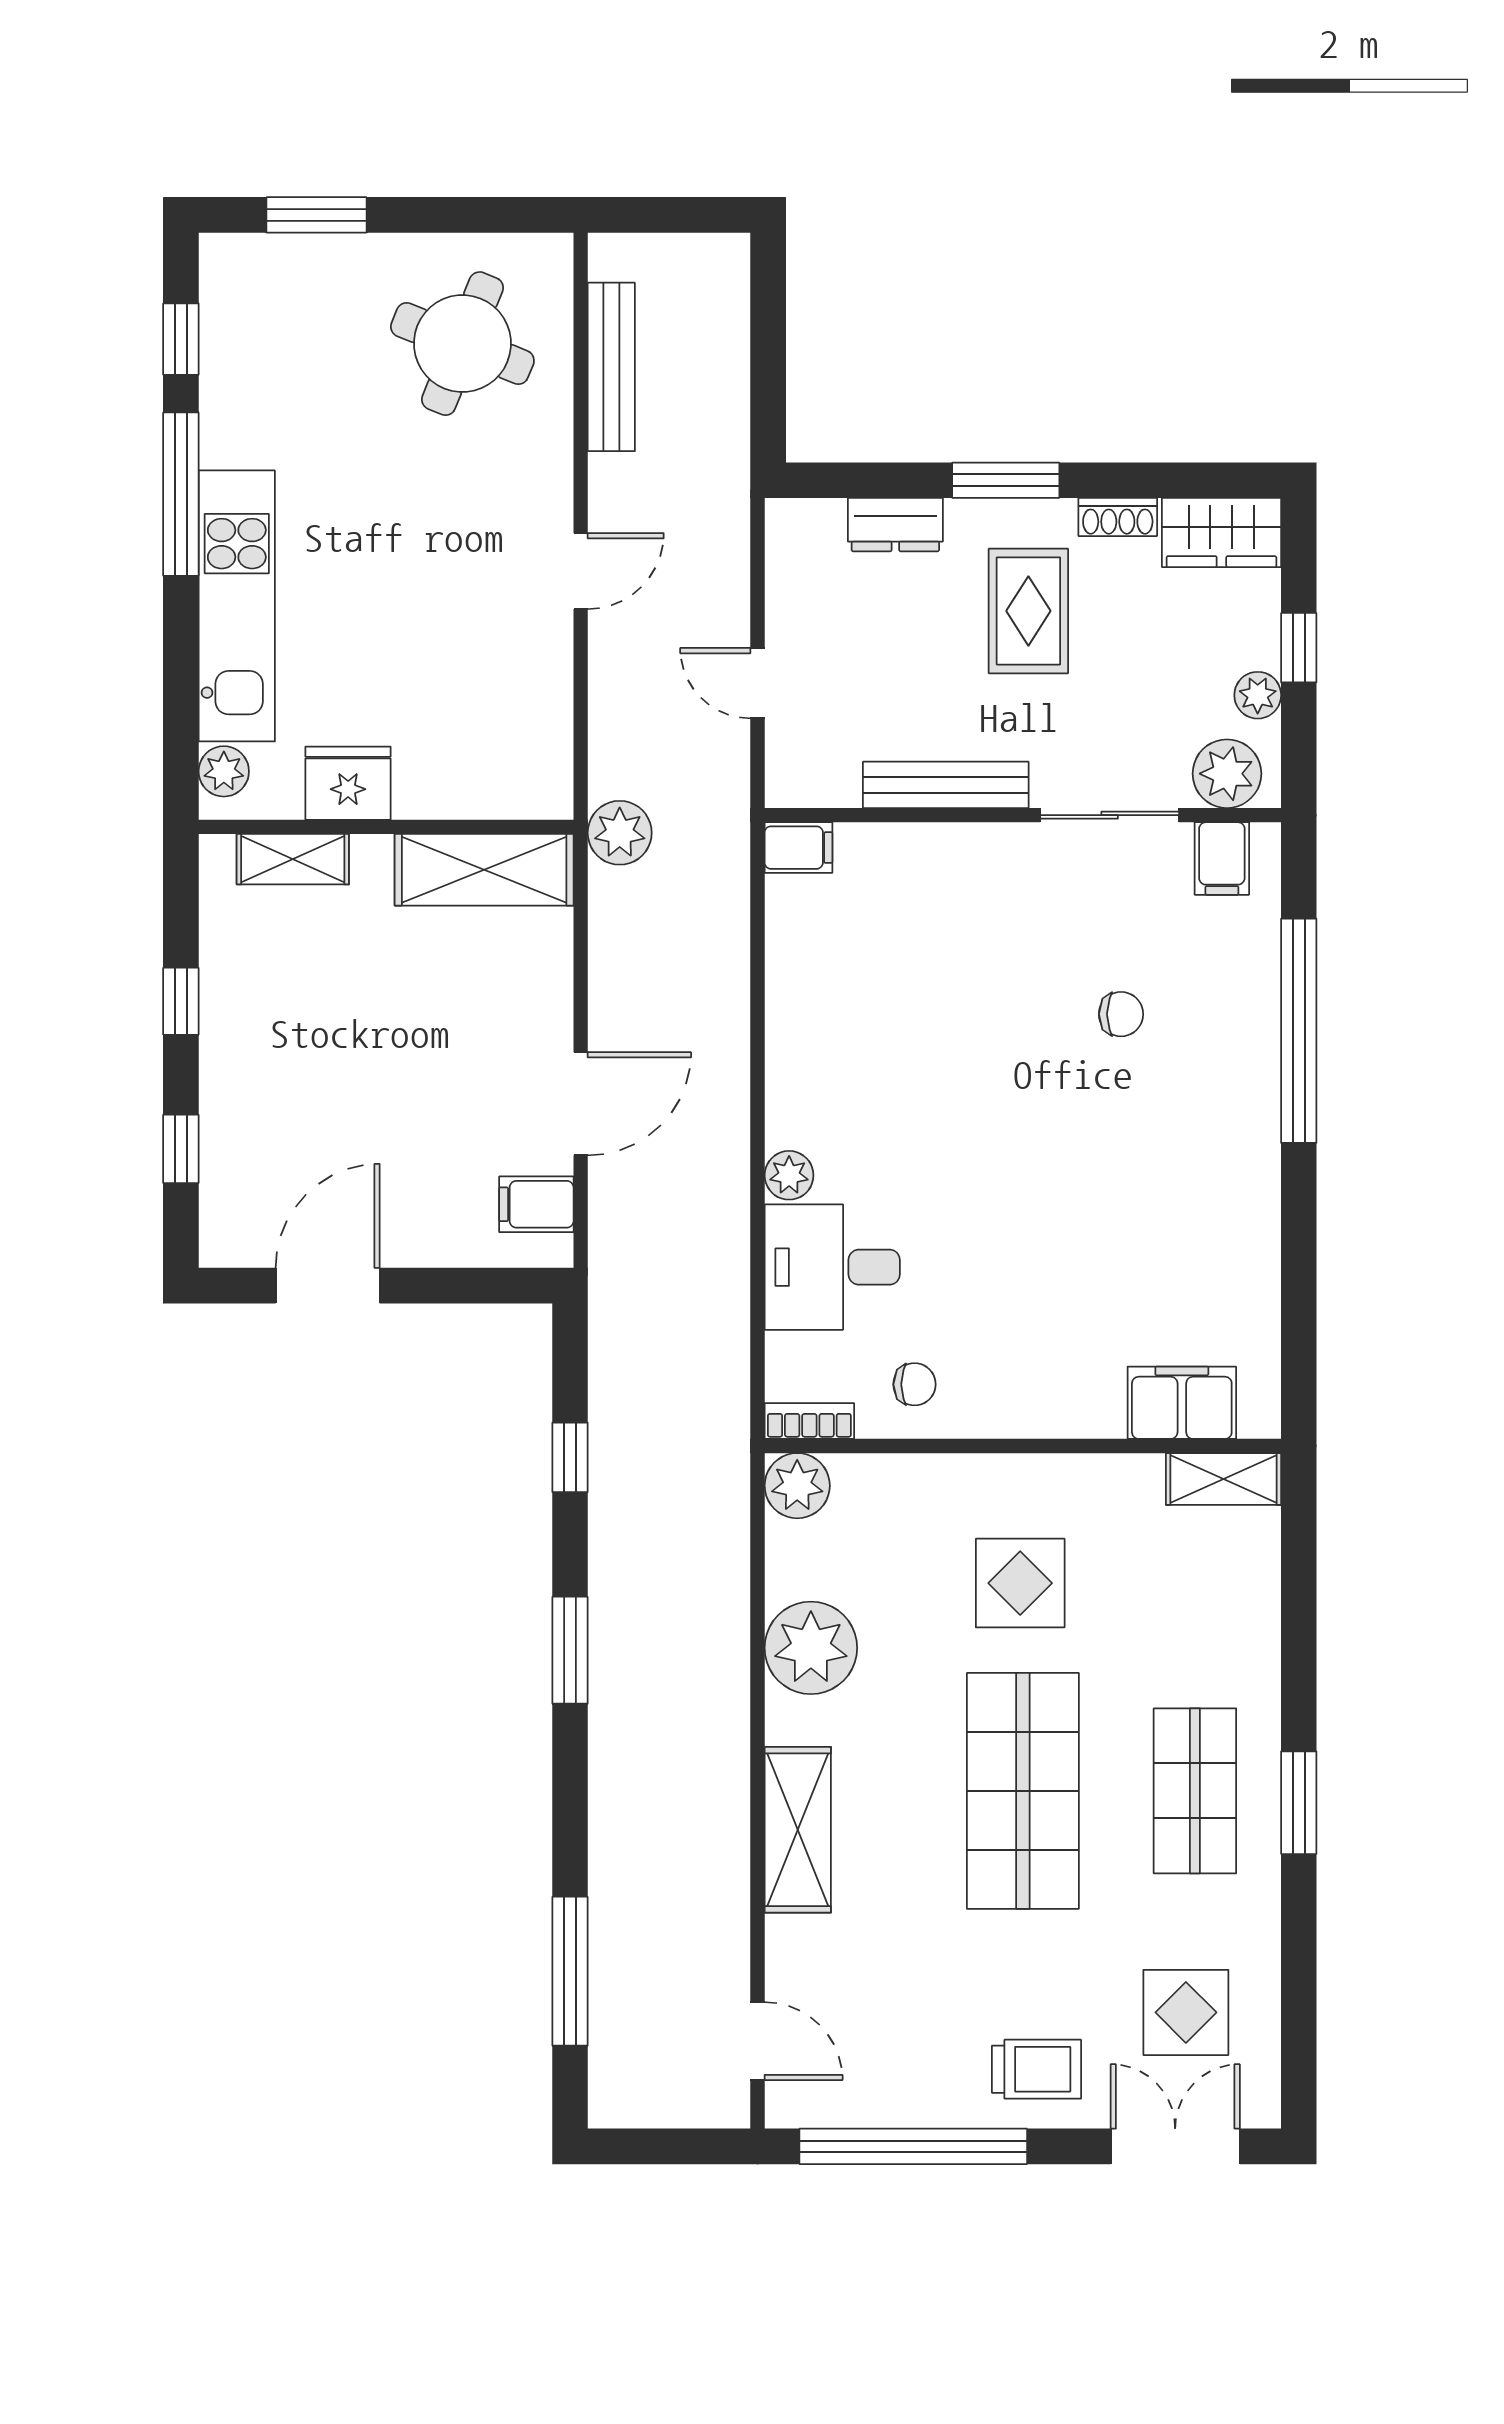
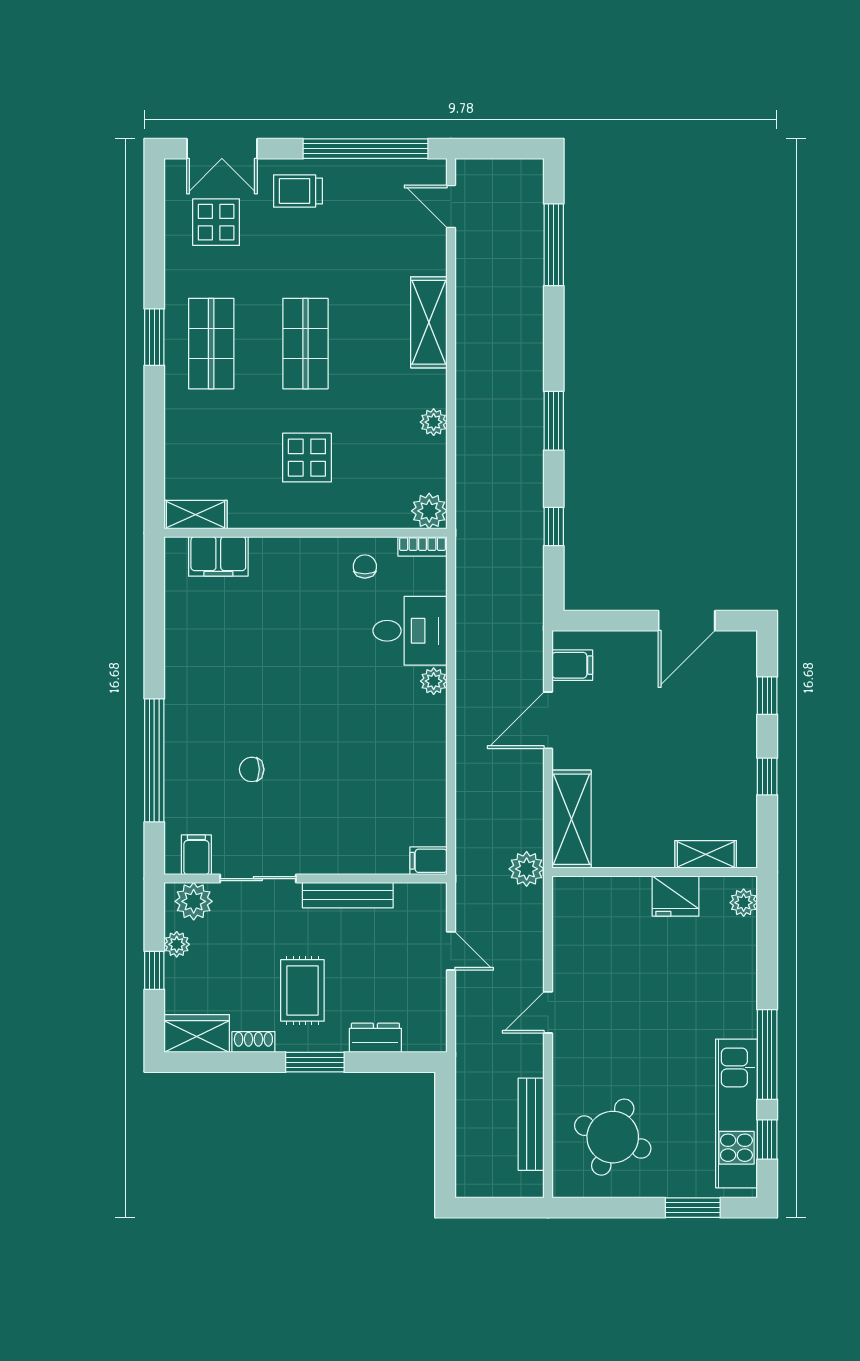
kitchen unit: (237, 606) -> (736, 1114), moved
shelving: (484, 870) -> (571, 819), moved, turned 90
chair: (915, 1384) -> (365, 567), turned 90
plant: (811, 1648) -> (434, 422), width x0.53, depth x0.53
shop shelf: (1023, 1791) -> (305, 344), width x0.70, depth x0.74

